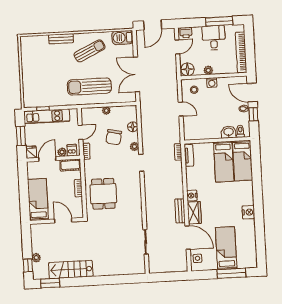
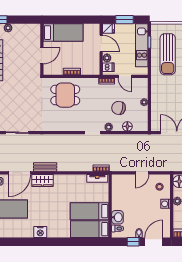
sun lounger: (89, 86) -> (168, 54), moved, turned 180
cot: (70, 165) -> (94, 65), removed
nightstand: (192, 196) -> (59, 179), removed

